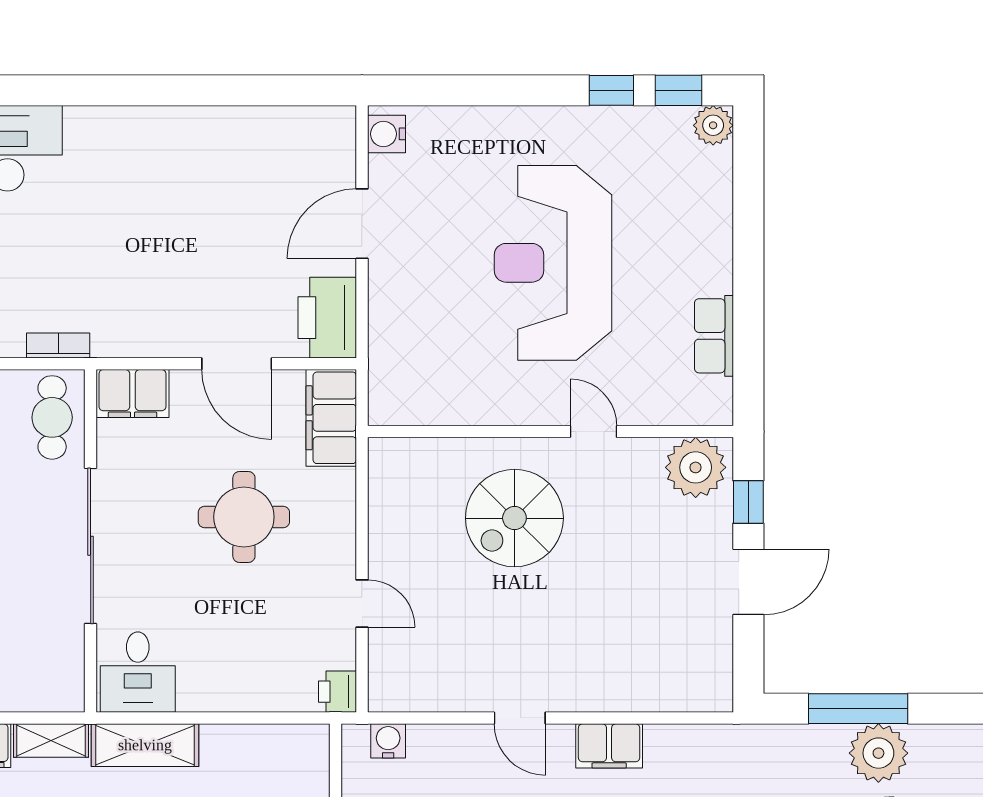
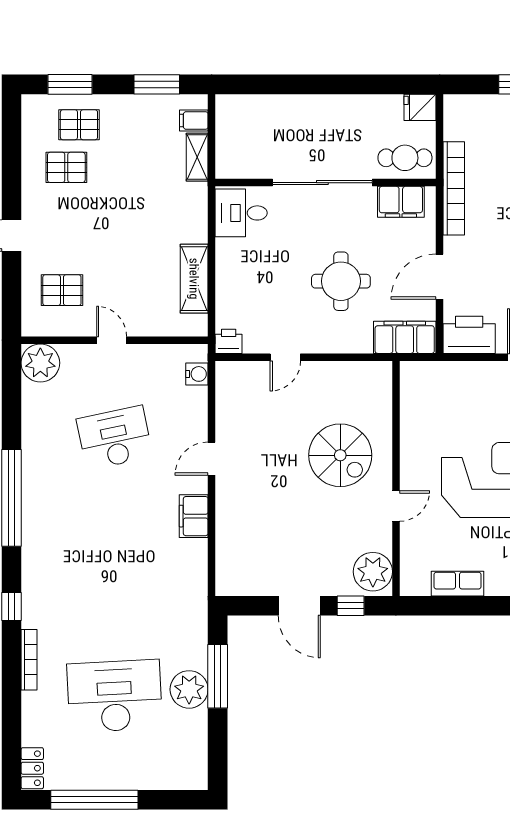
bookcase: (58, 345) -> (454, 188), width x2.31, depth x1.31
filing cabinet: (132, 394) -> (401, 202), moved, turned -90
spiral stairs: (514, 518) -> (340, 455), turned 180
shelving: (145, 745) -> (194, 279), moved

